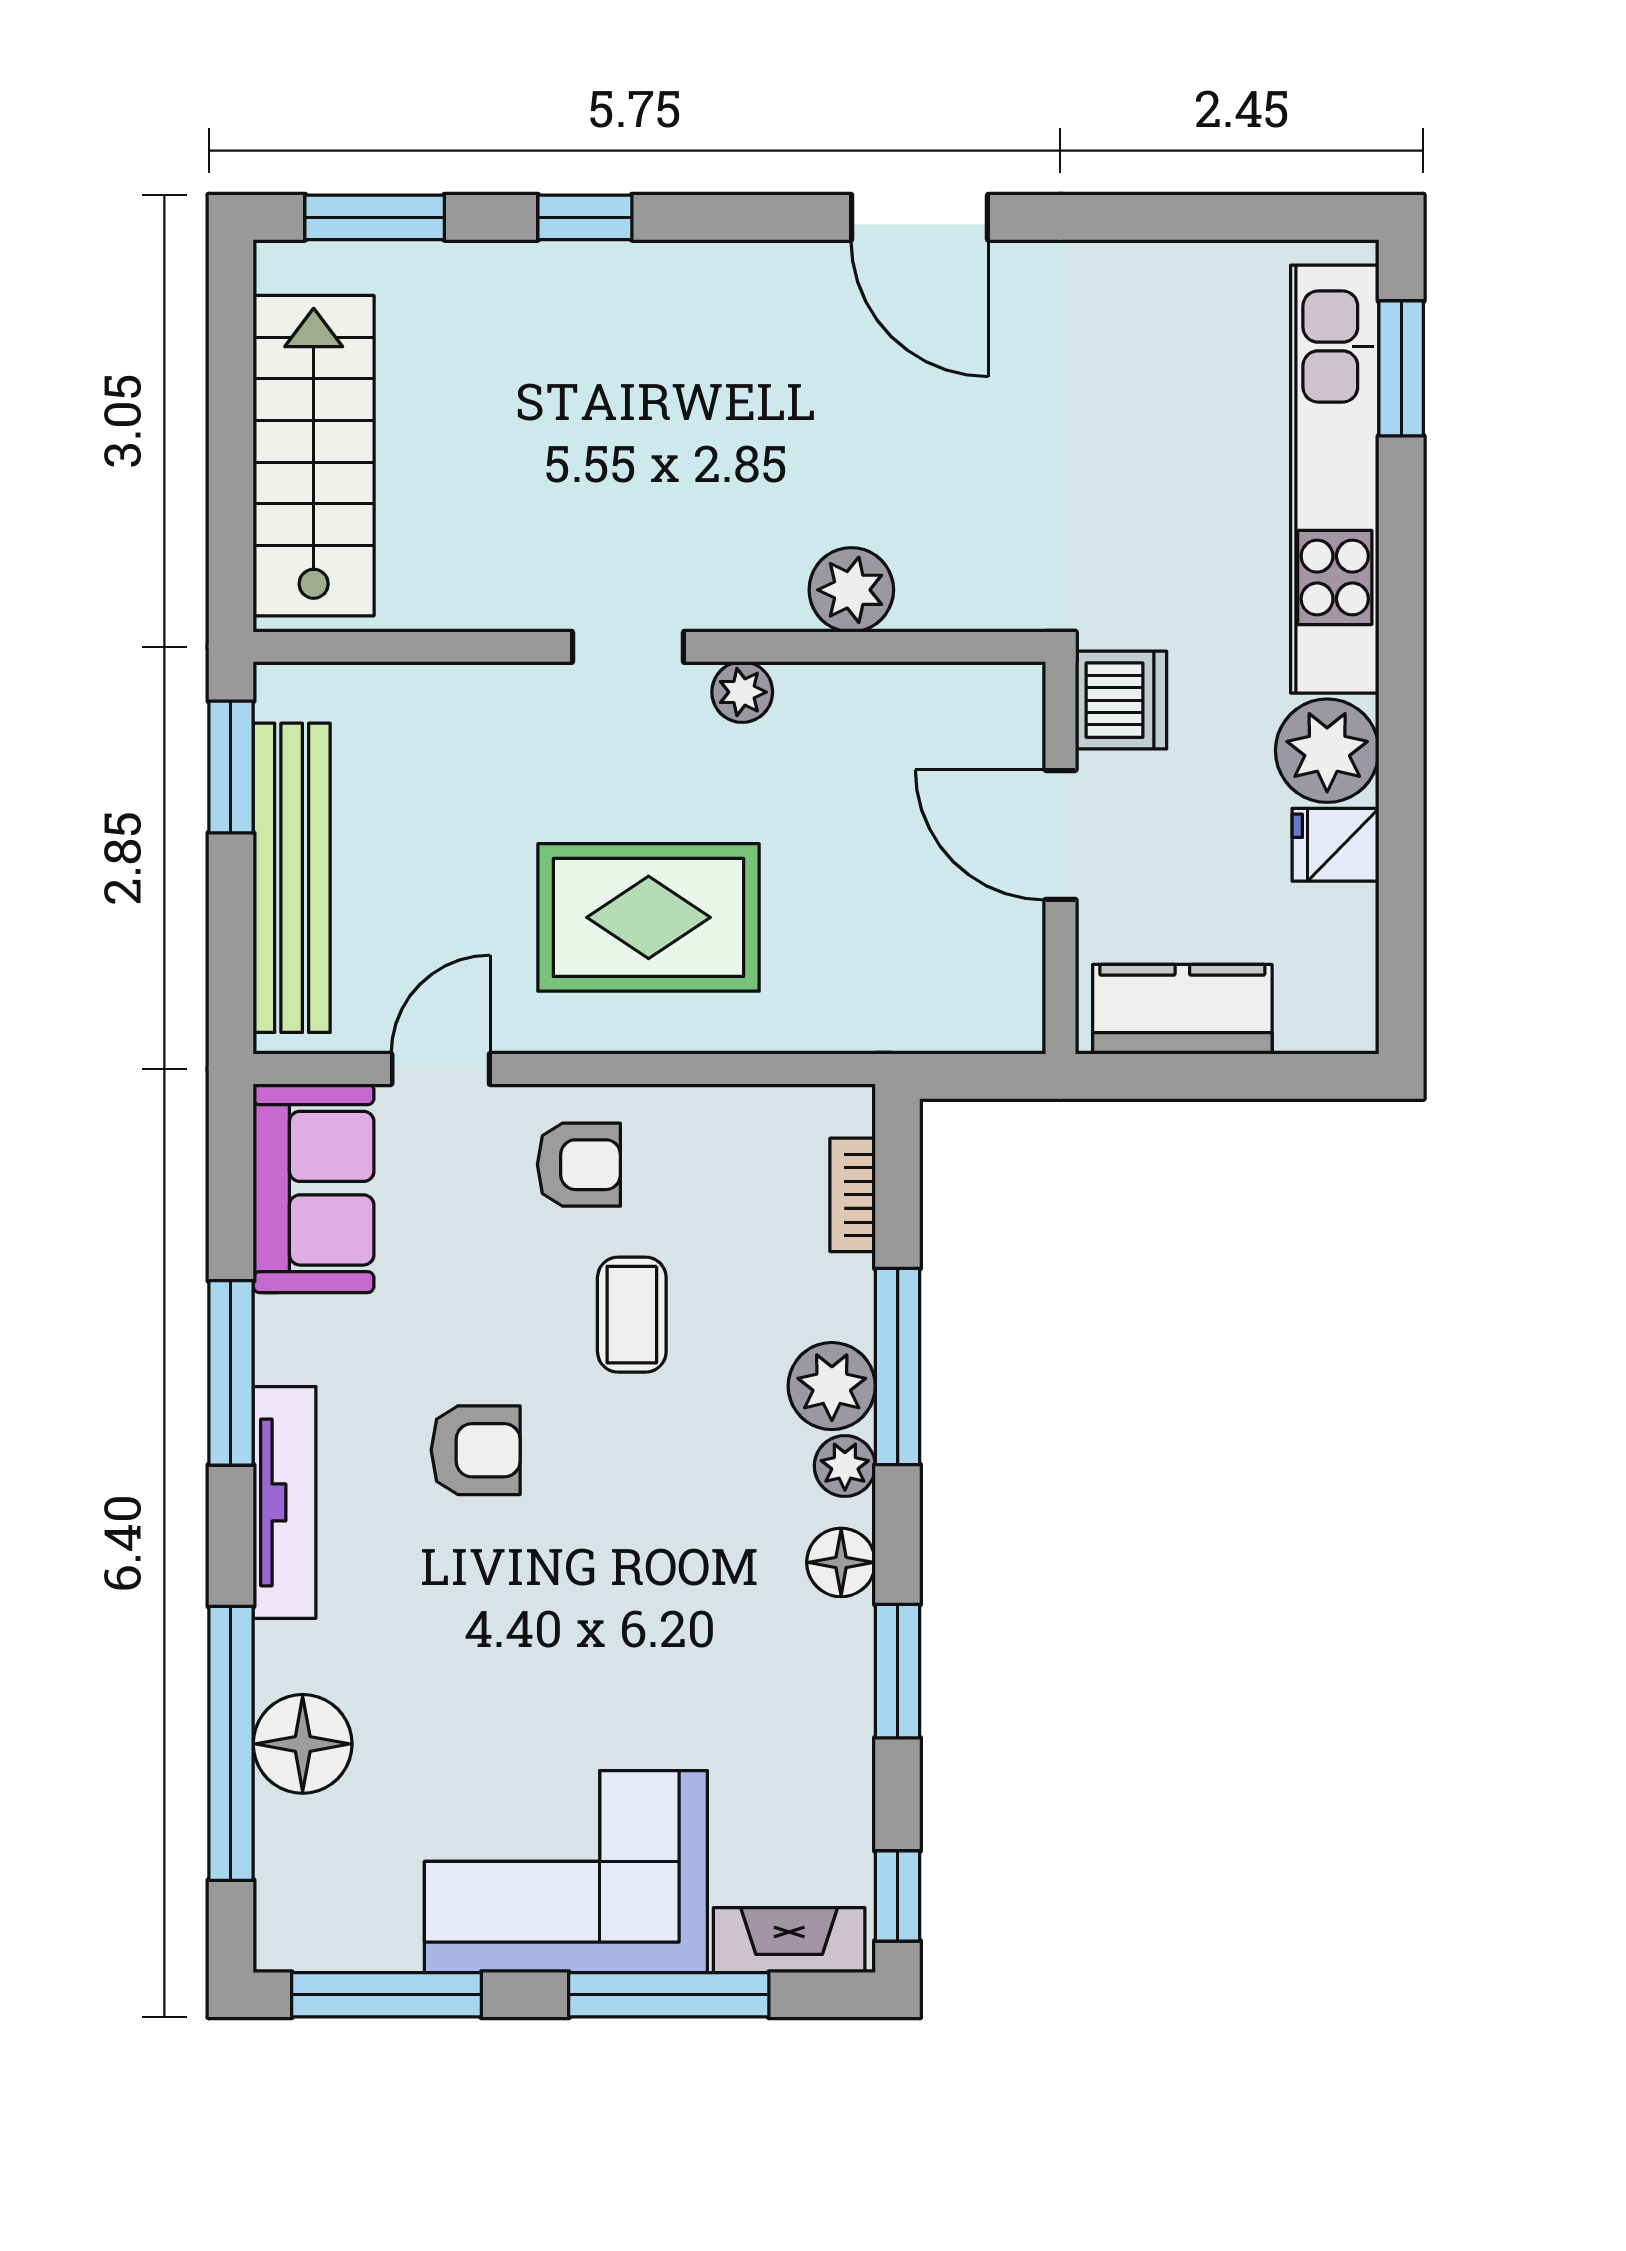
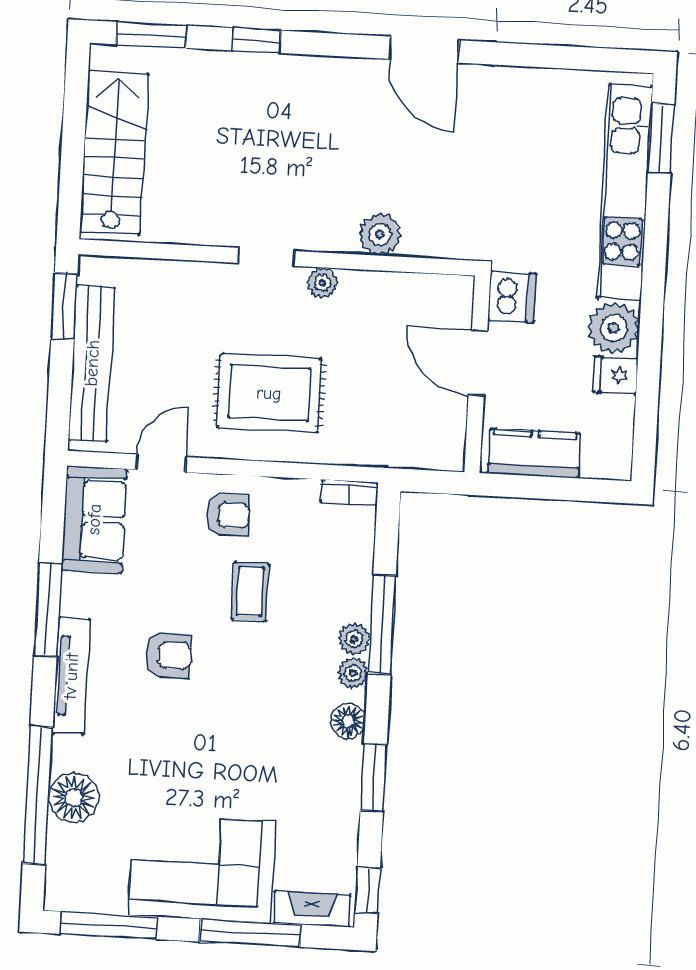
bookcase: (853, 1195) -> (349, 492), moved, turned -90
plant: (832, 1386) -> (354, 639), width x0.73, depth x0.73

